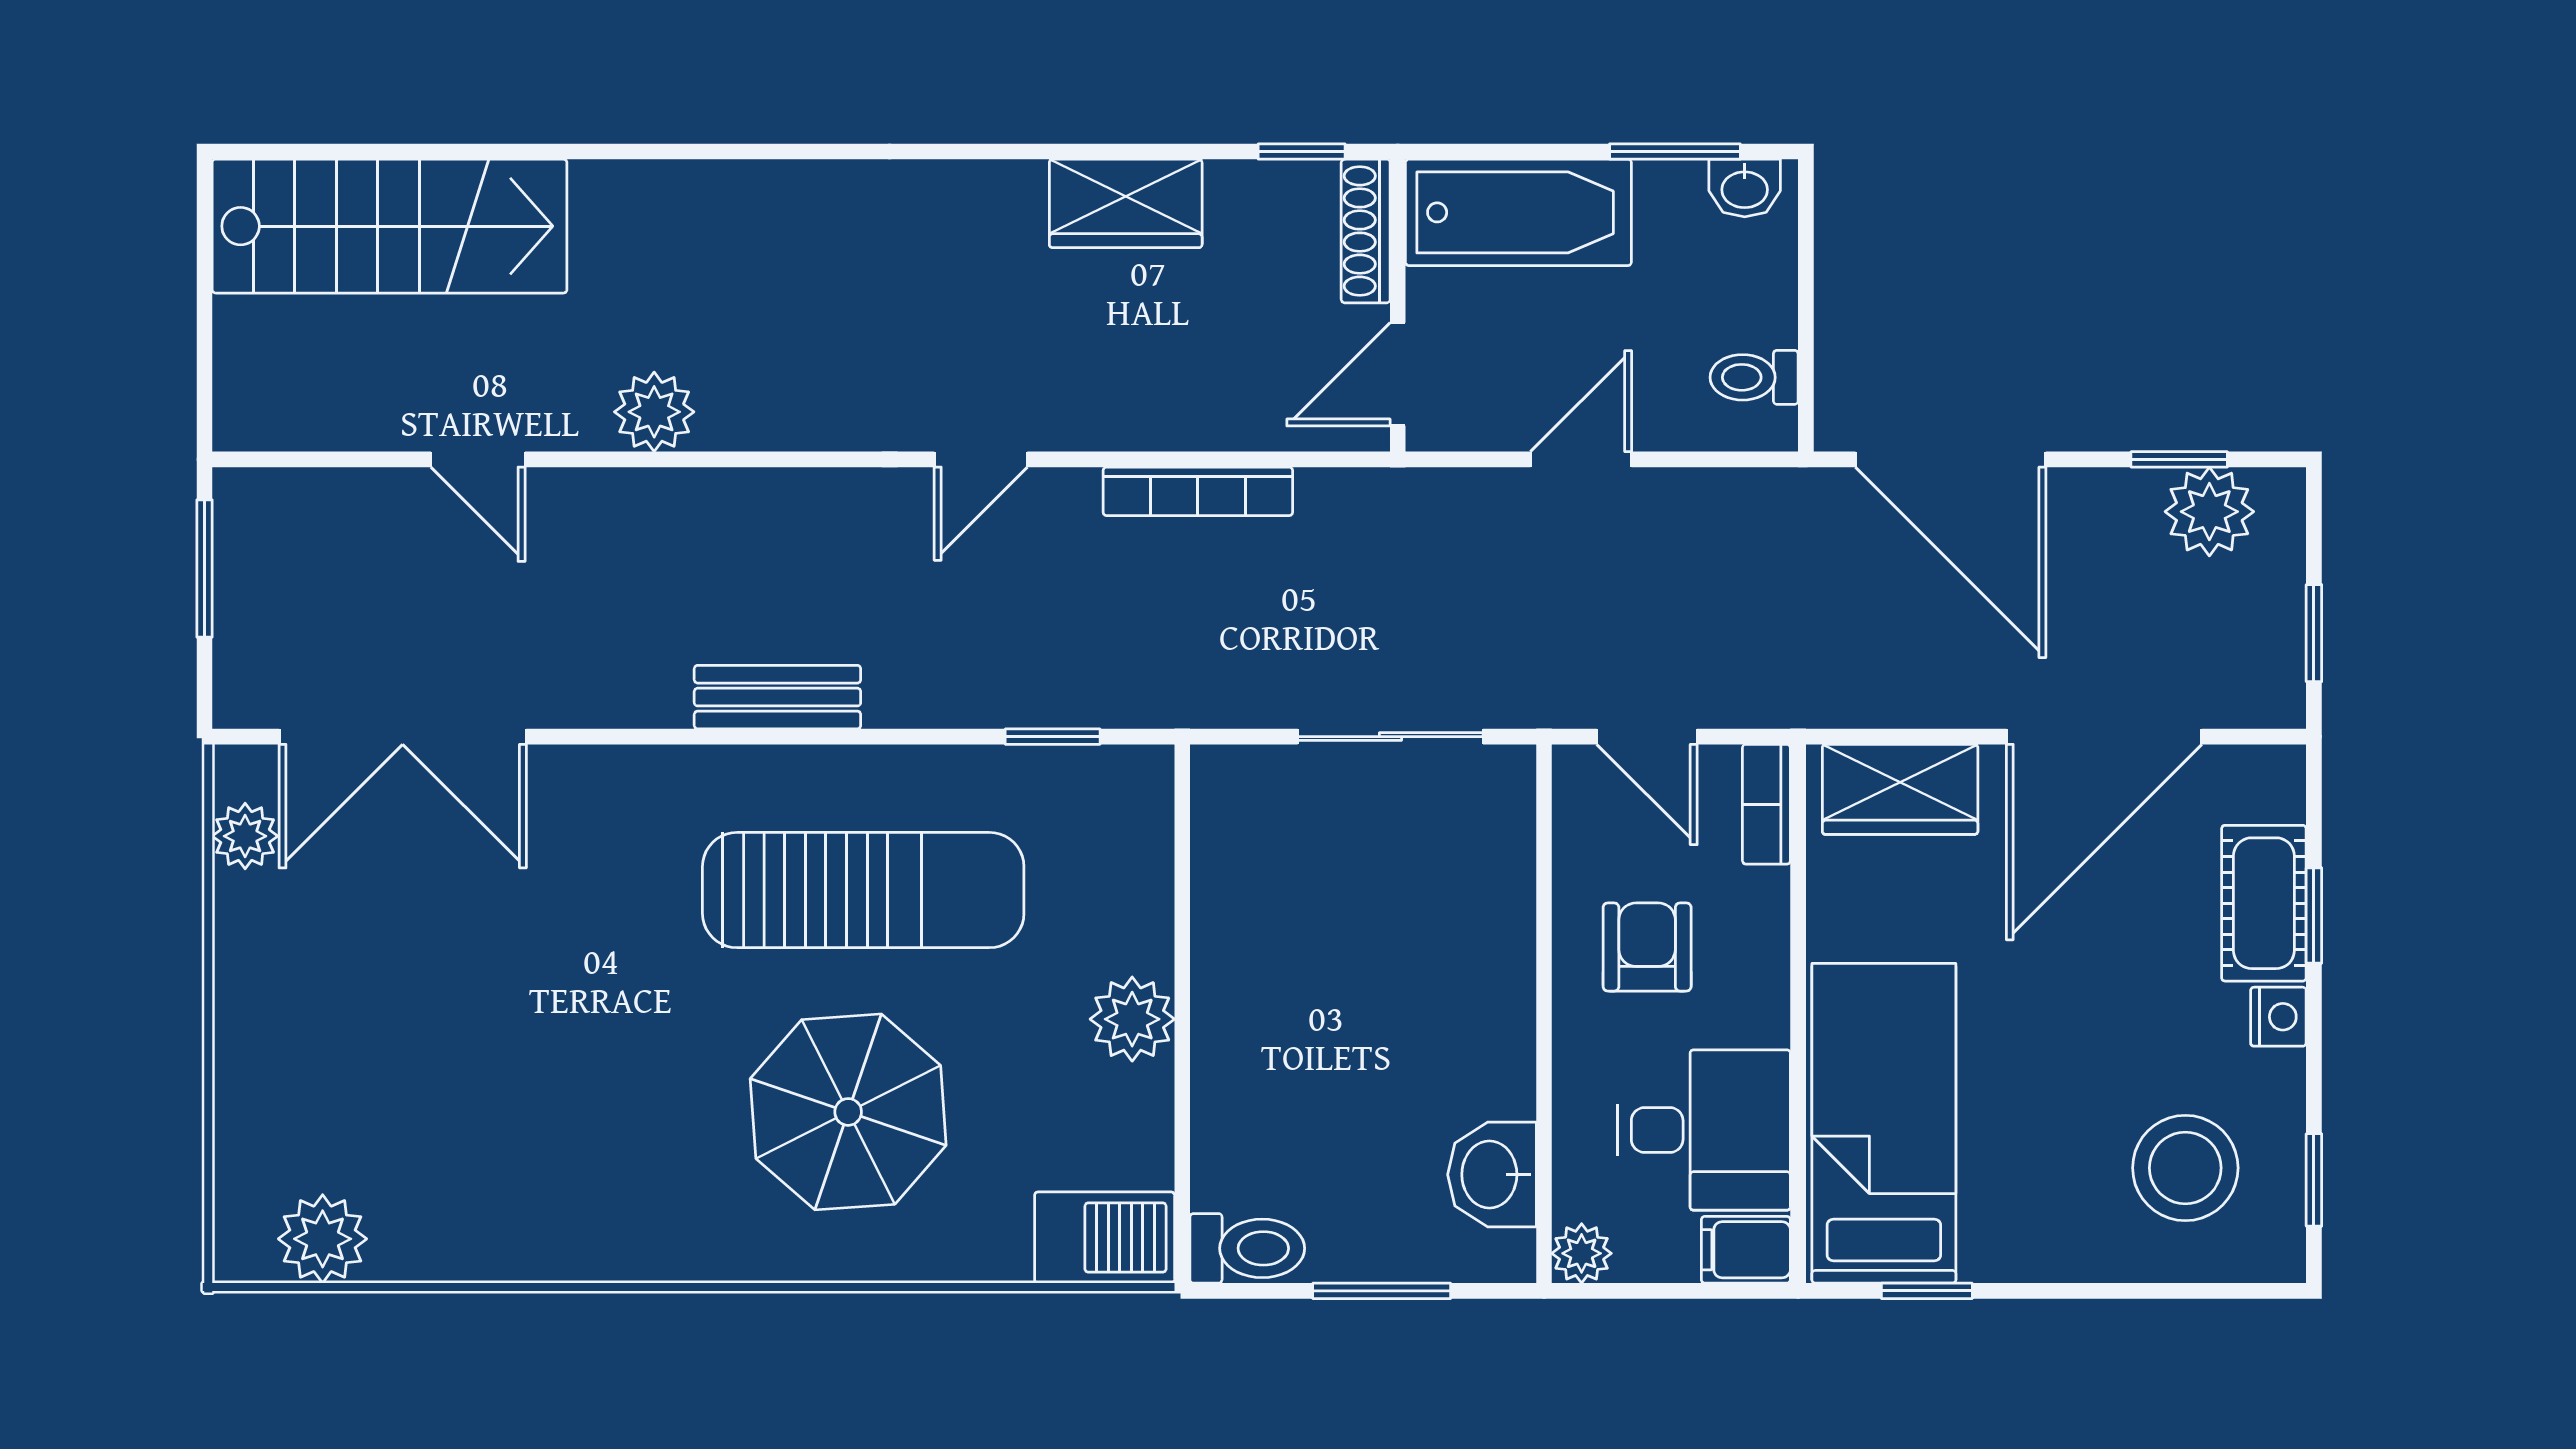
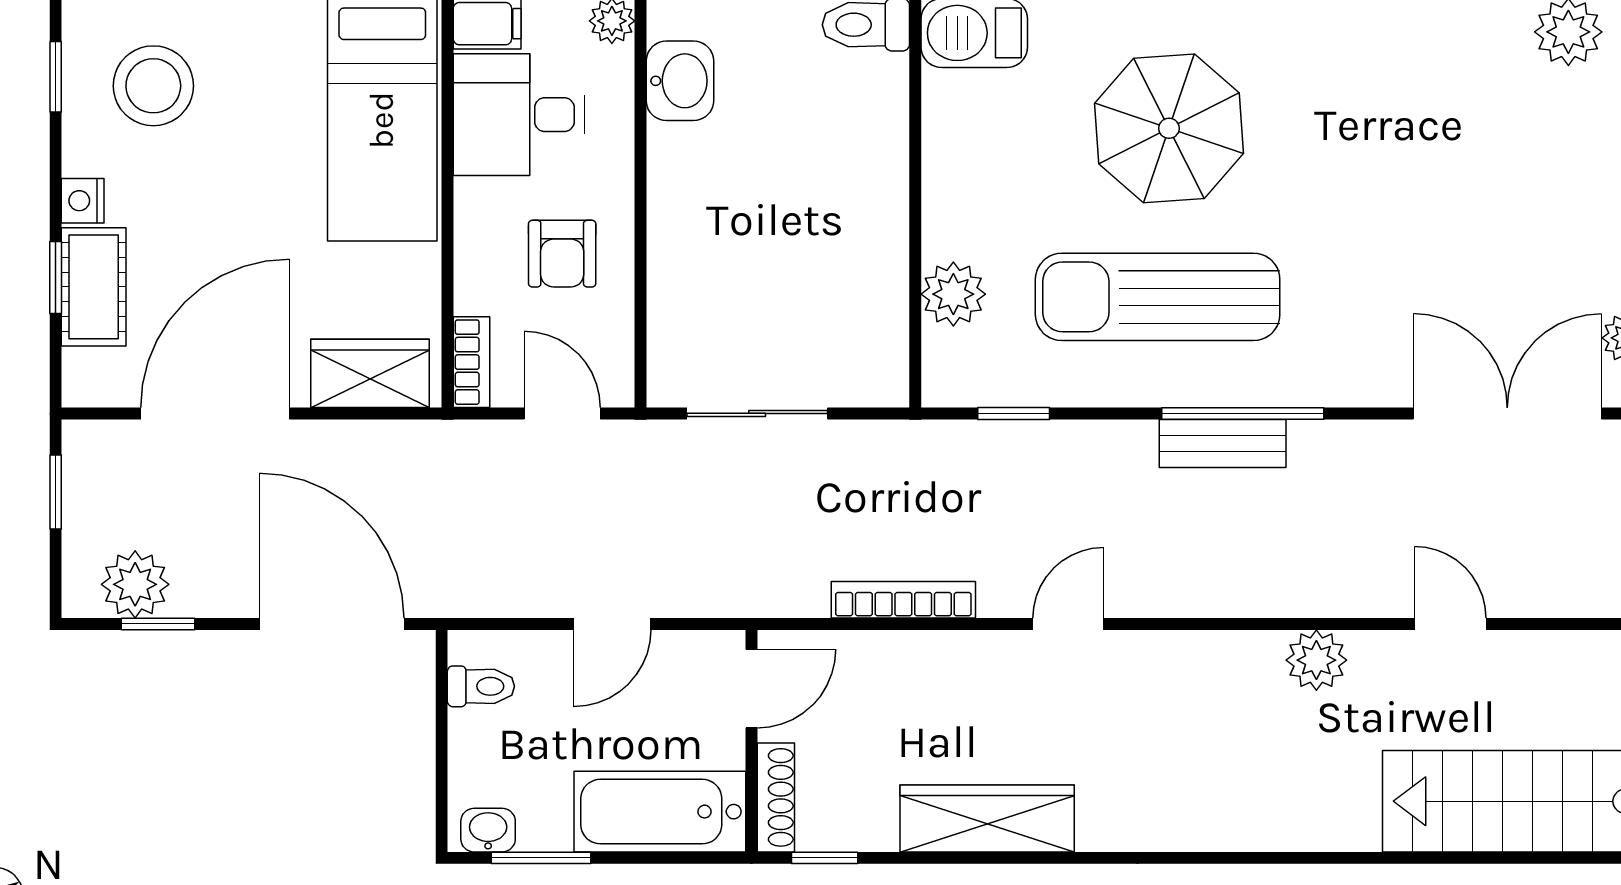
wardrobe: (1126, 203) -> (987, 818), width x1.50
window: (751, 737) -> (1243, 413), added
plant: (1132, 1019) -> (953, 294), moved

